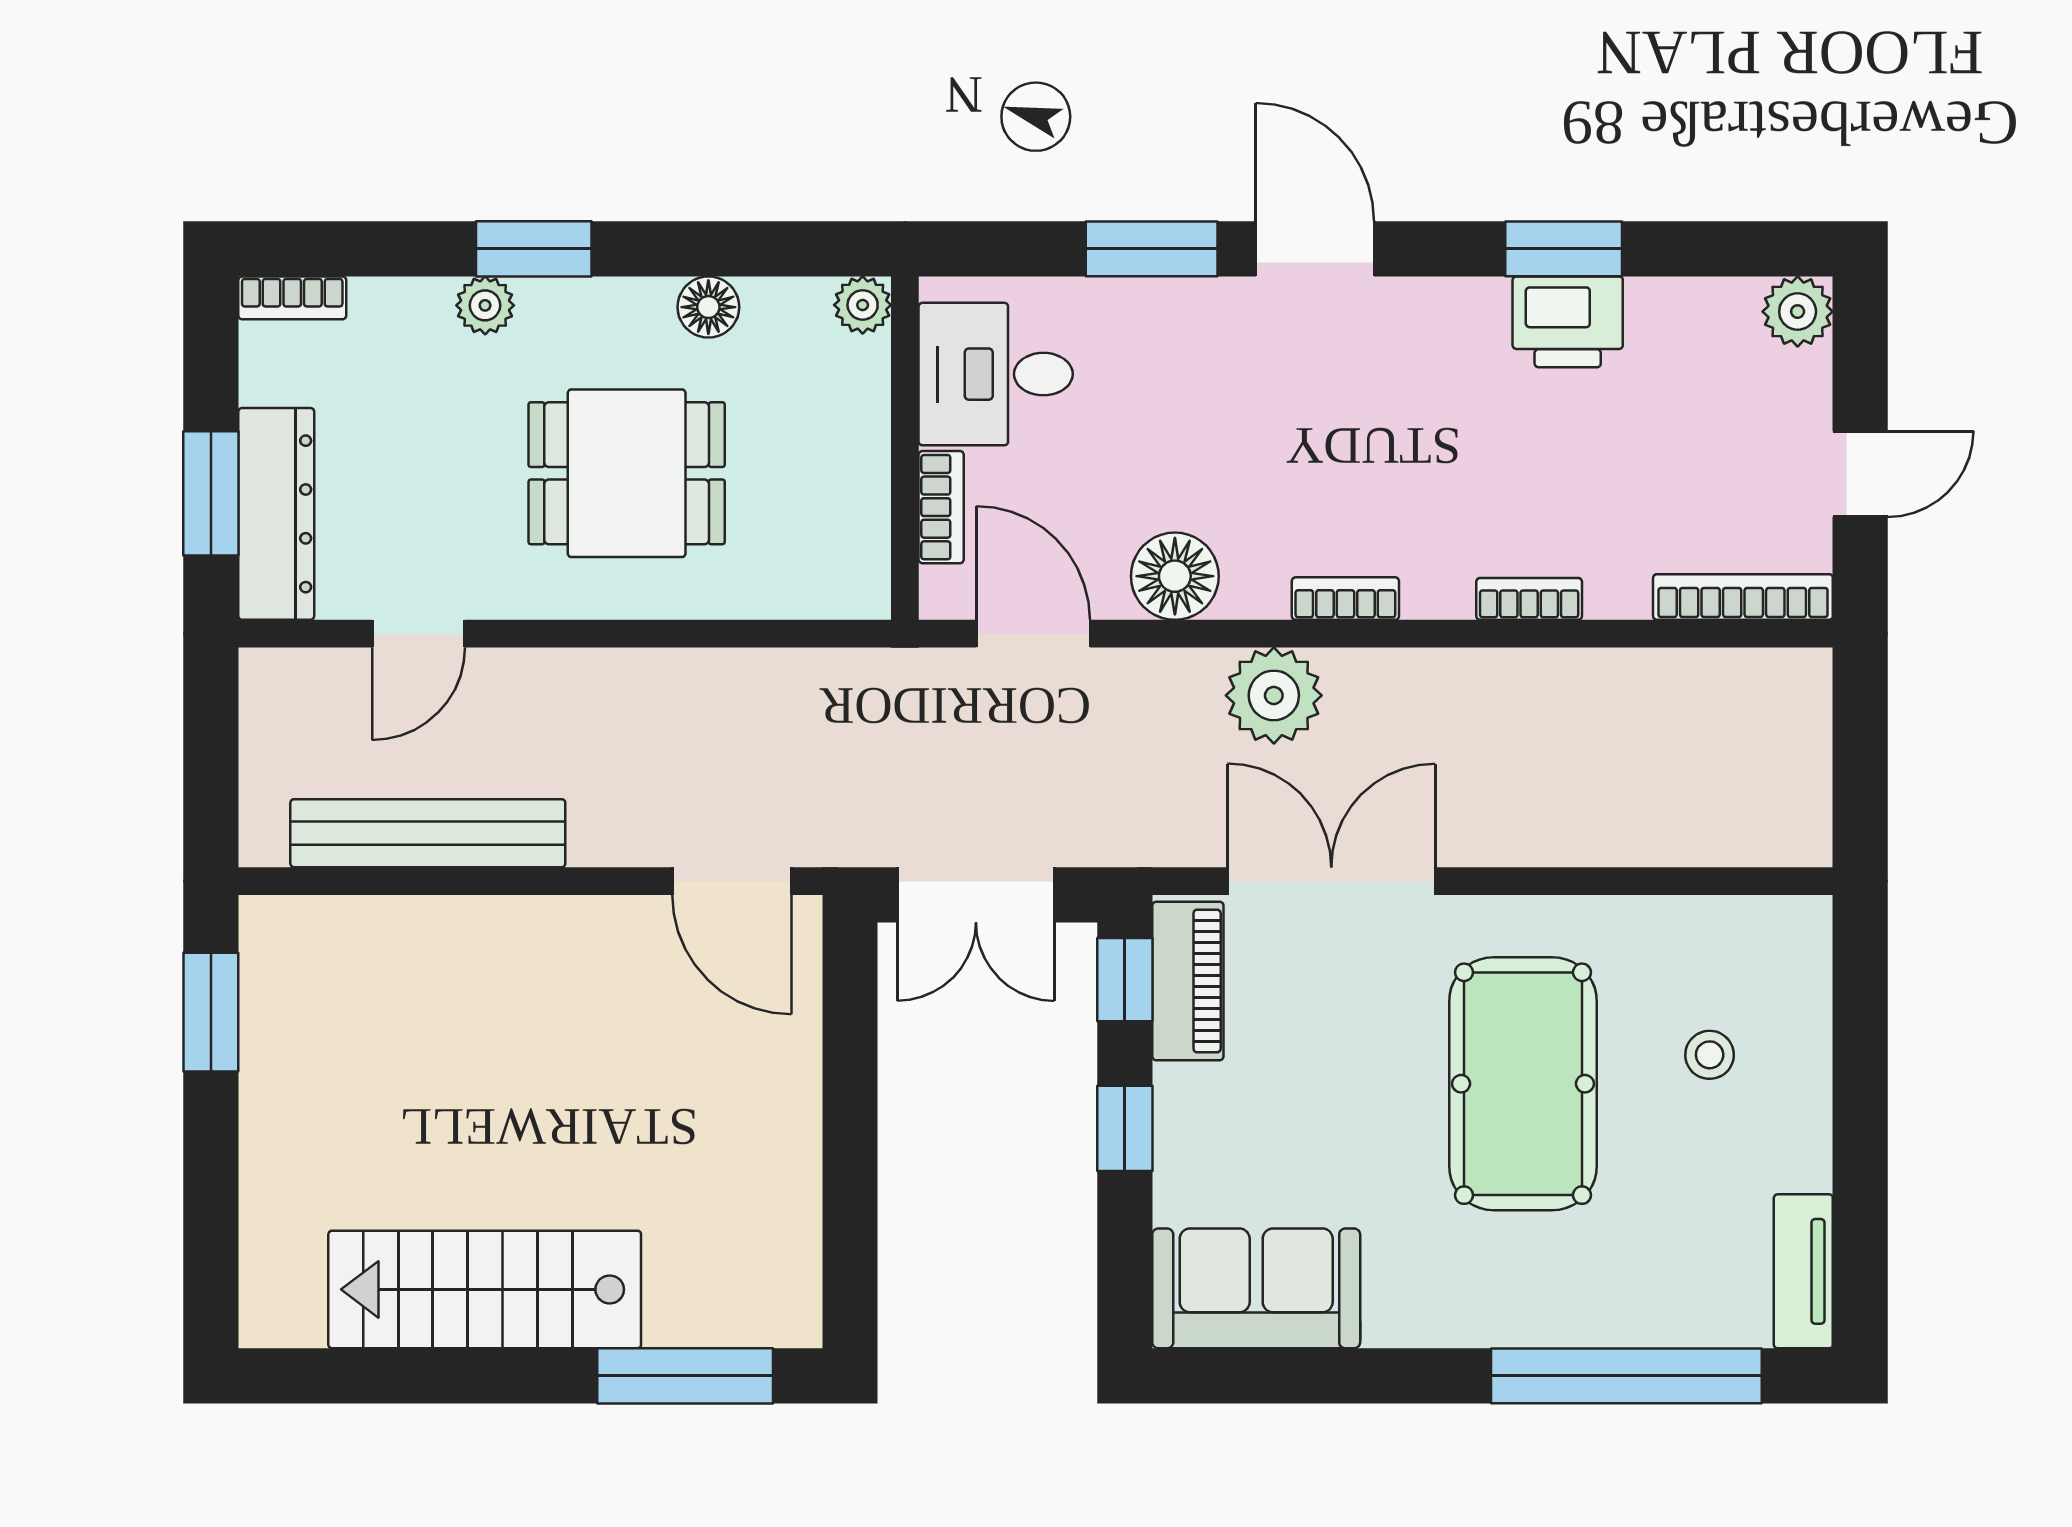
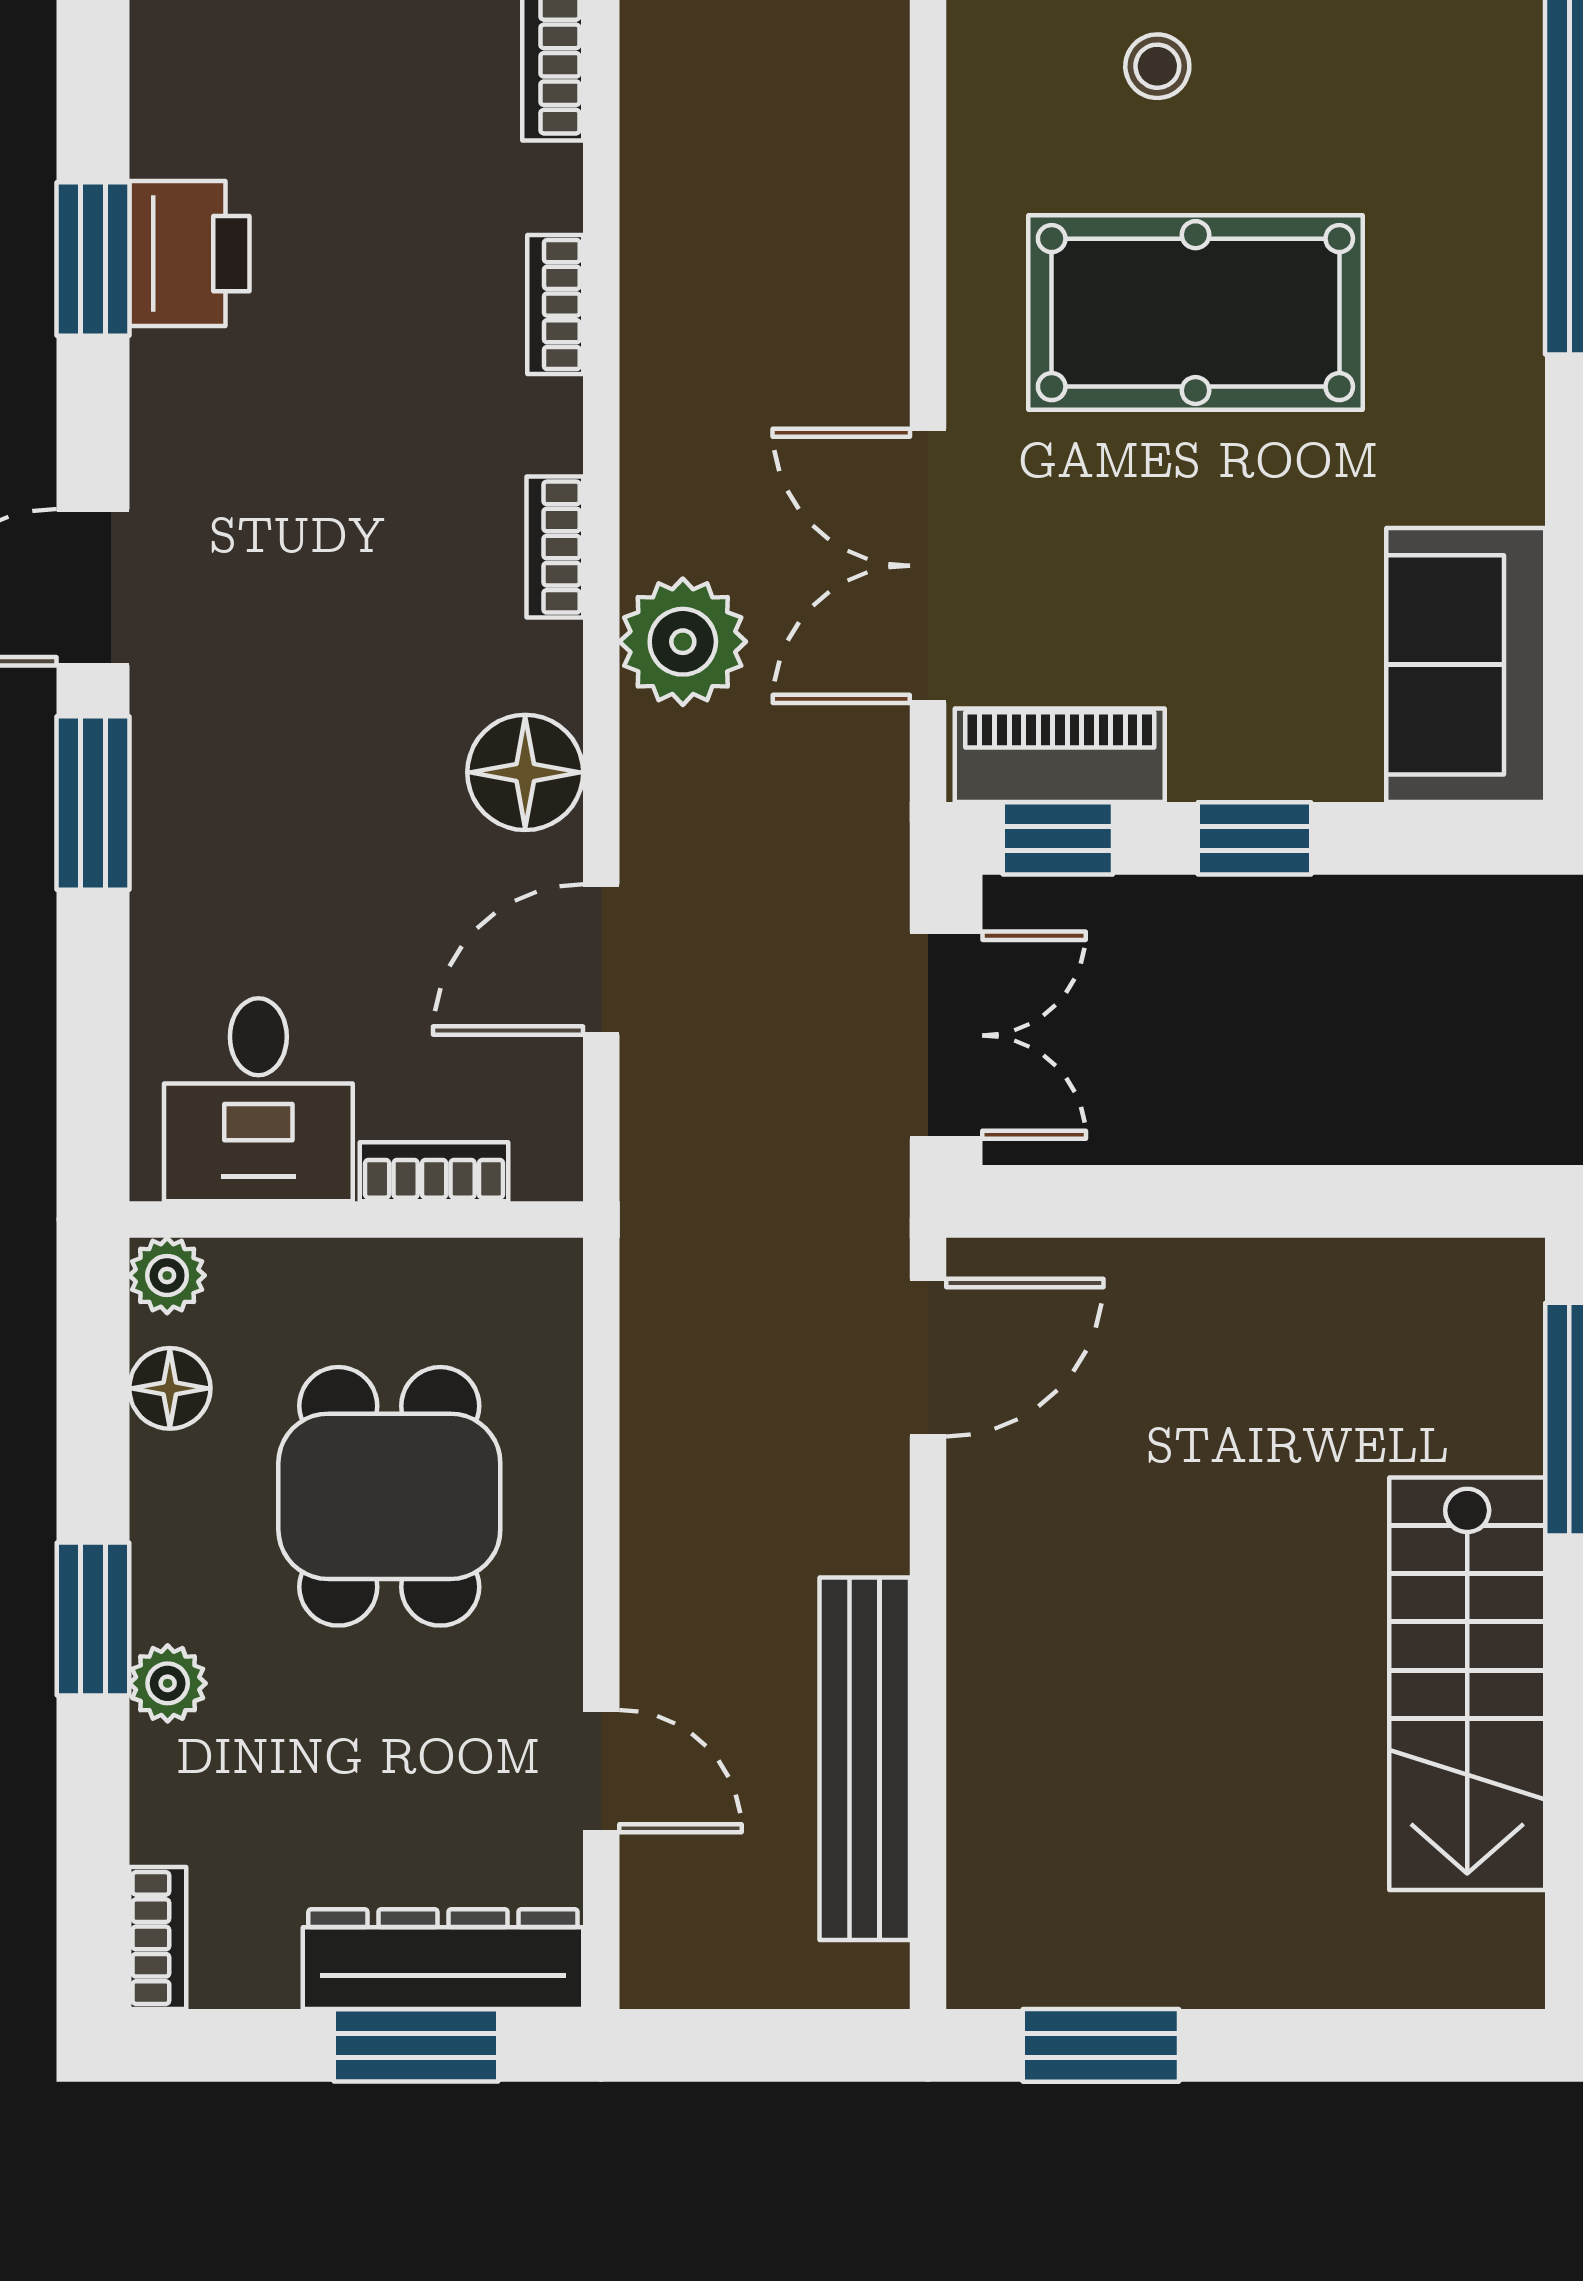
plant: (863, 305) -> (167, 1275), moved
desk: (996, 374) -> (258, 1100), moved
wall: (905, 448) -> (356, 1220), moved
bookcase: (941, 507) -> (434, 1172), moved

